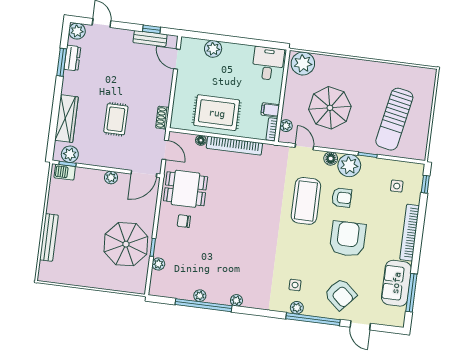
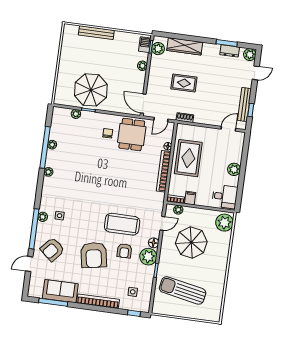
bench: (150, 39) -> (244, 104), width x1.36
plant: (213, 49) -> (234, 169), moved
plant: (111, 178) -> (142, 66), moved
armchair: (348, 239) -> (94, 255), turned 80

